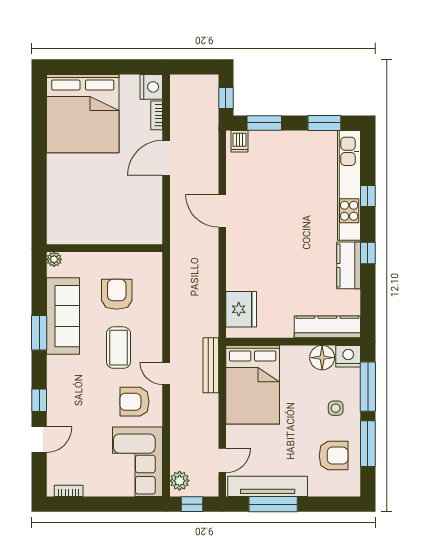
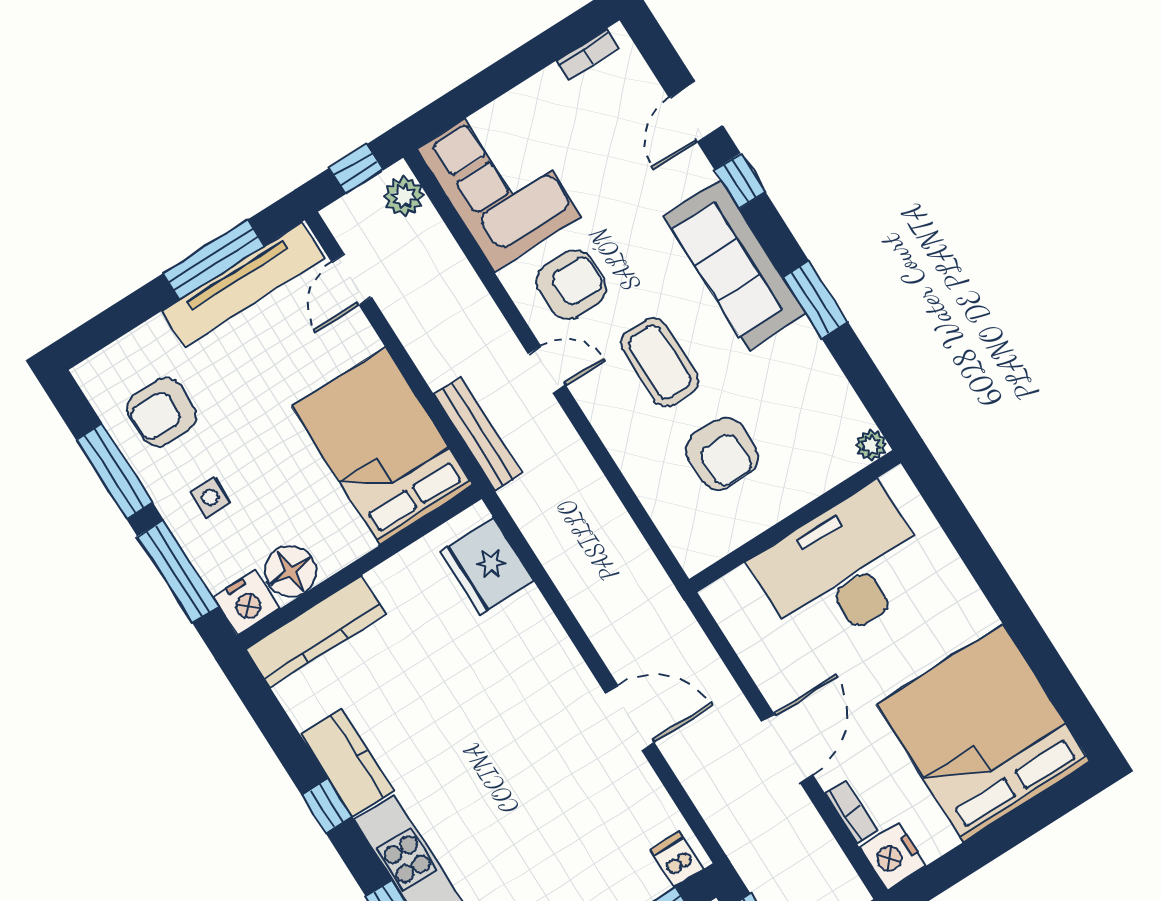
desk: (98, 216) -> (842, 569), added
sofa: (63, 316) -> (735, 265), moved

